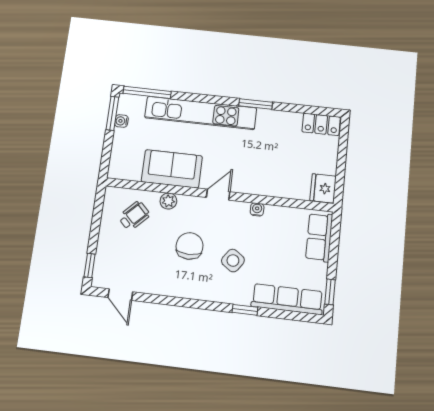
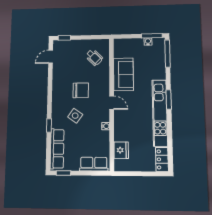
window: (256, 104) -> (169, 100), moved
kitchen unit: (201, 113) -> (160, 113), moved
fridge: (323, 188) -> (121, 150), moved, turned 90
plant: (168, 201) -> (105, 75), removed

